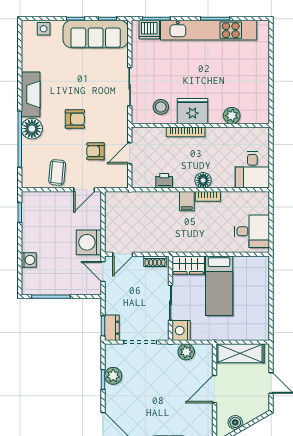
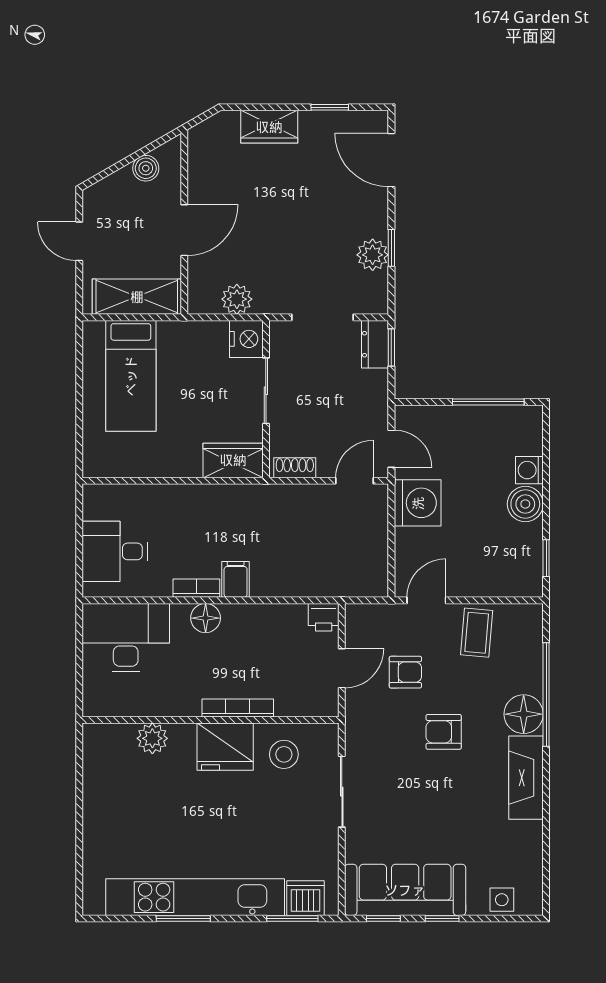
desk: (252, 170) -> (126, 638), width x1.37
printer: (164, 181) -> (324, 617), moved
desk: (252, 231) -> (115, 551), moved
boiler: (31, 242) -> (525, 504), added
bed: (219, 286) -> (131, 376), moved, turned 180

